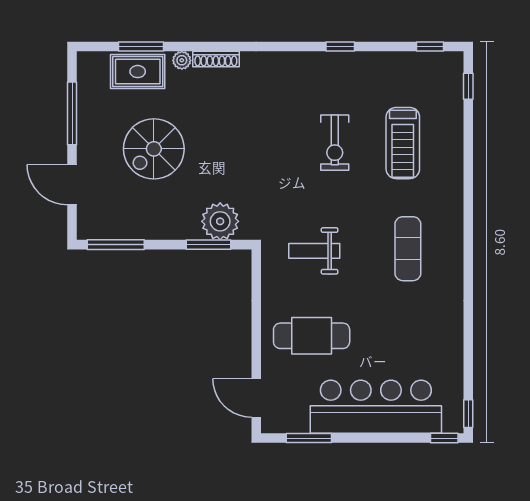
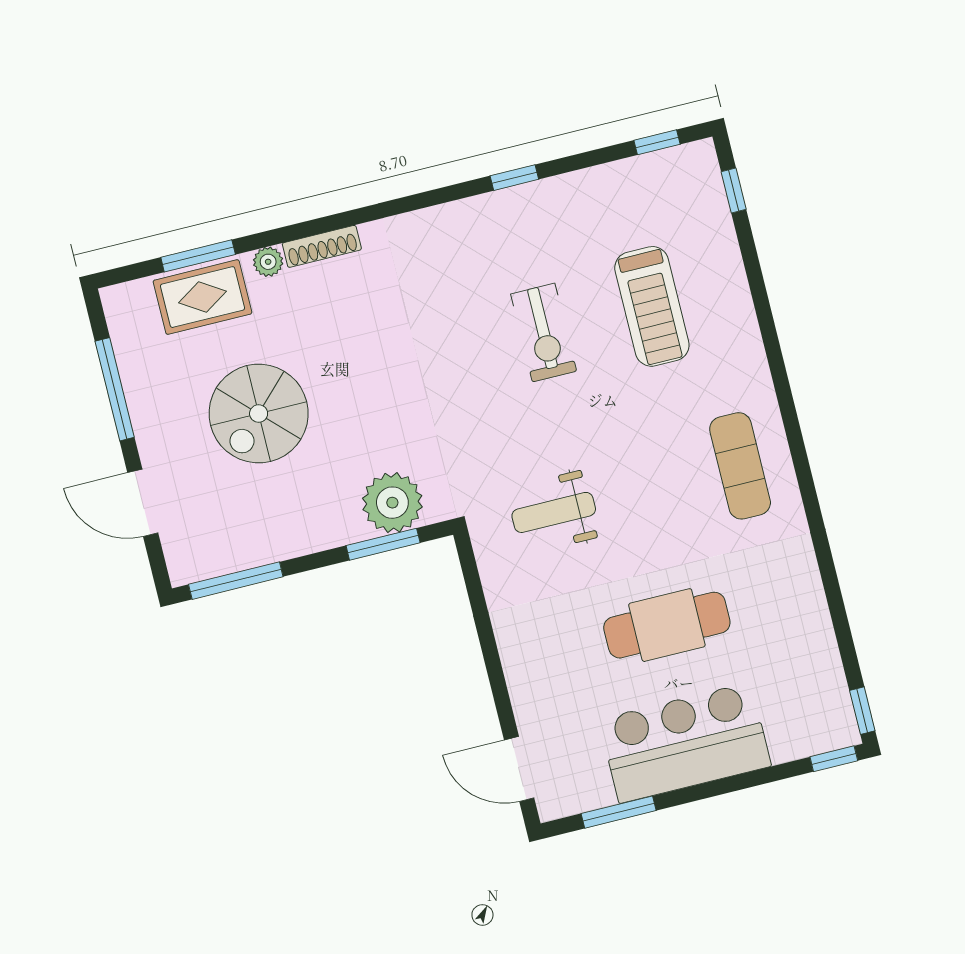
exercise mat: (408, 249) -> (740, 466), moved
cafe table: (312, 336) -> (667, 625), moved
bar counter: (376, 407) -> (685, 743), width x0.73

